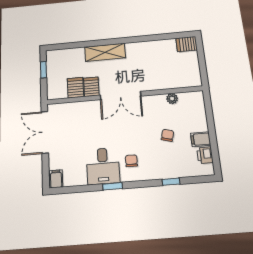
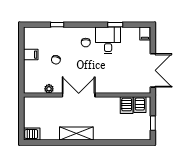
shelving: (105, 52) -> (76, 133), moved
server rack: (91, 87) -> (140, 105), moved
double door: (121, 96) -> (79, 95), moved
printer: (205, 155) -> (29, 42), removed
window: (113, 186) -> (115, 25), moved

